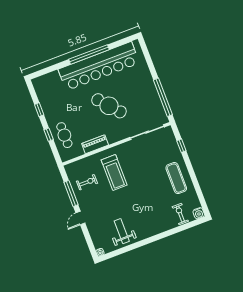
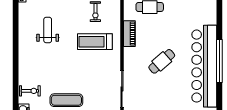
cafe table: (109, 106) -> (162, 61), width x0.73, depth x0.74
weight bench: (122, 231) -> (48, 30), moved, turned -90

